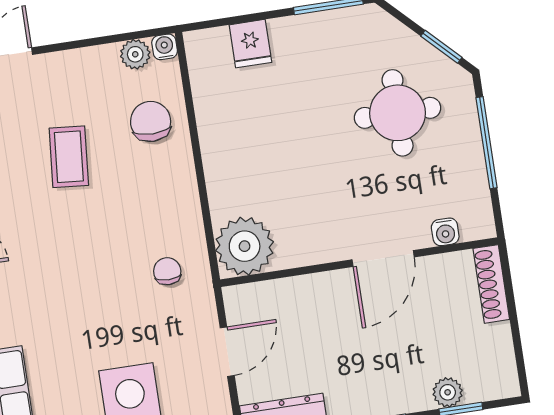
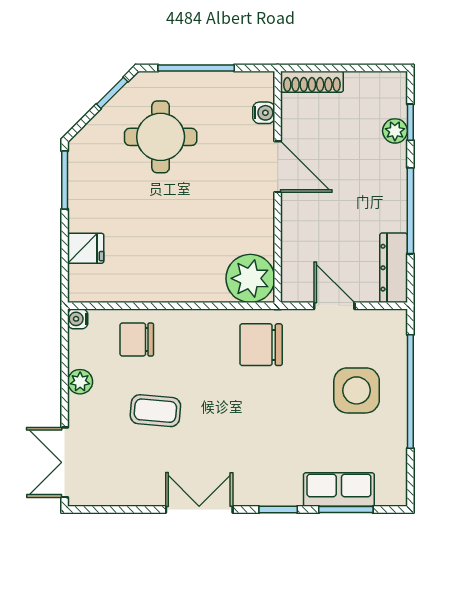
plant: (135, 54) -> (80, 382), moved
chair: (167, 271) -> (261, 345), width x1.87, depth x1.87

